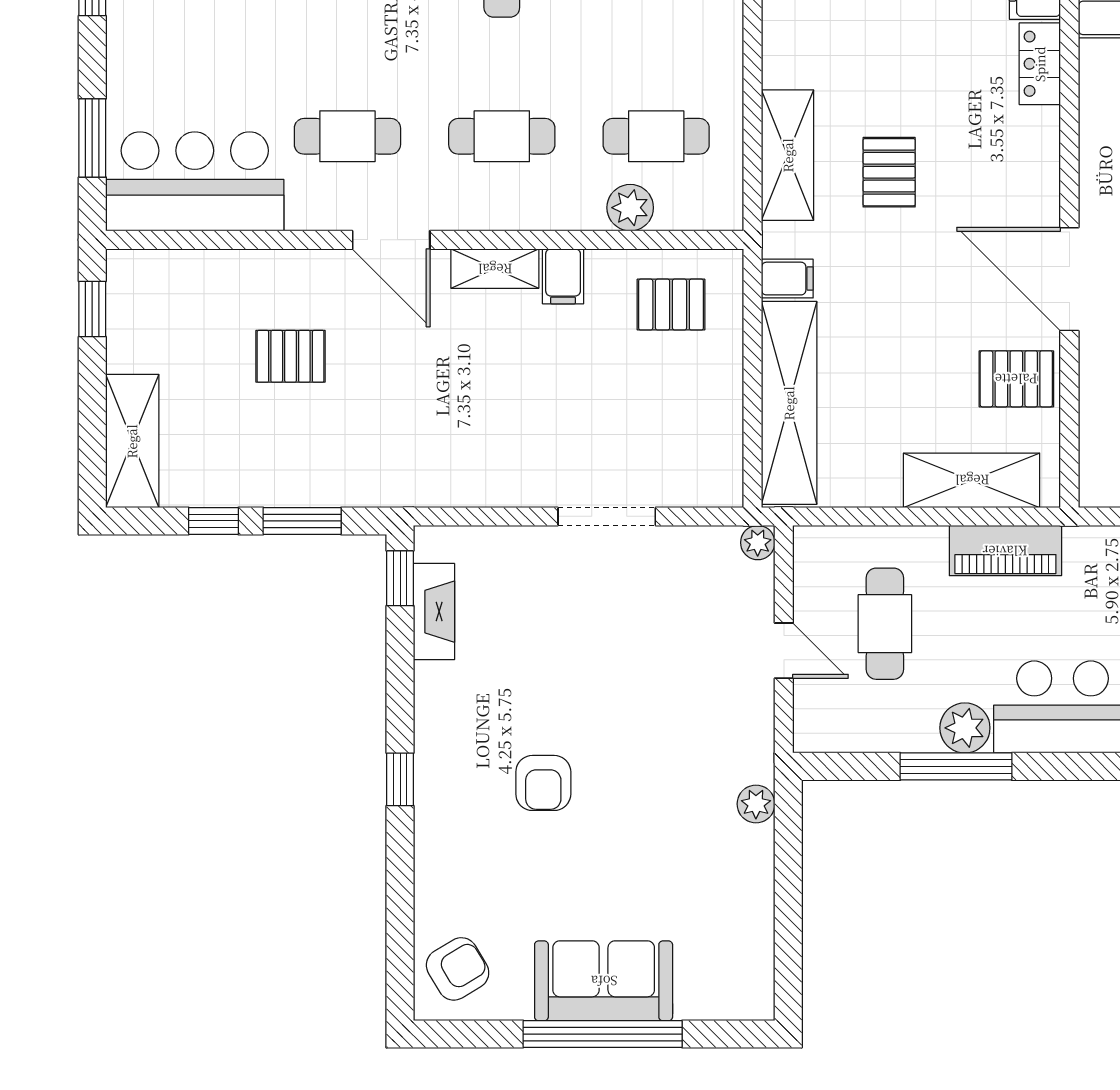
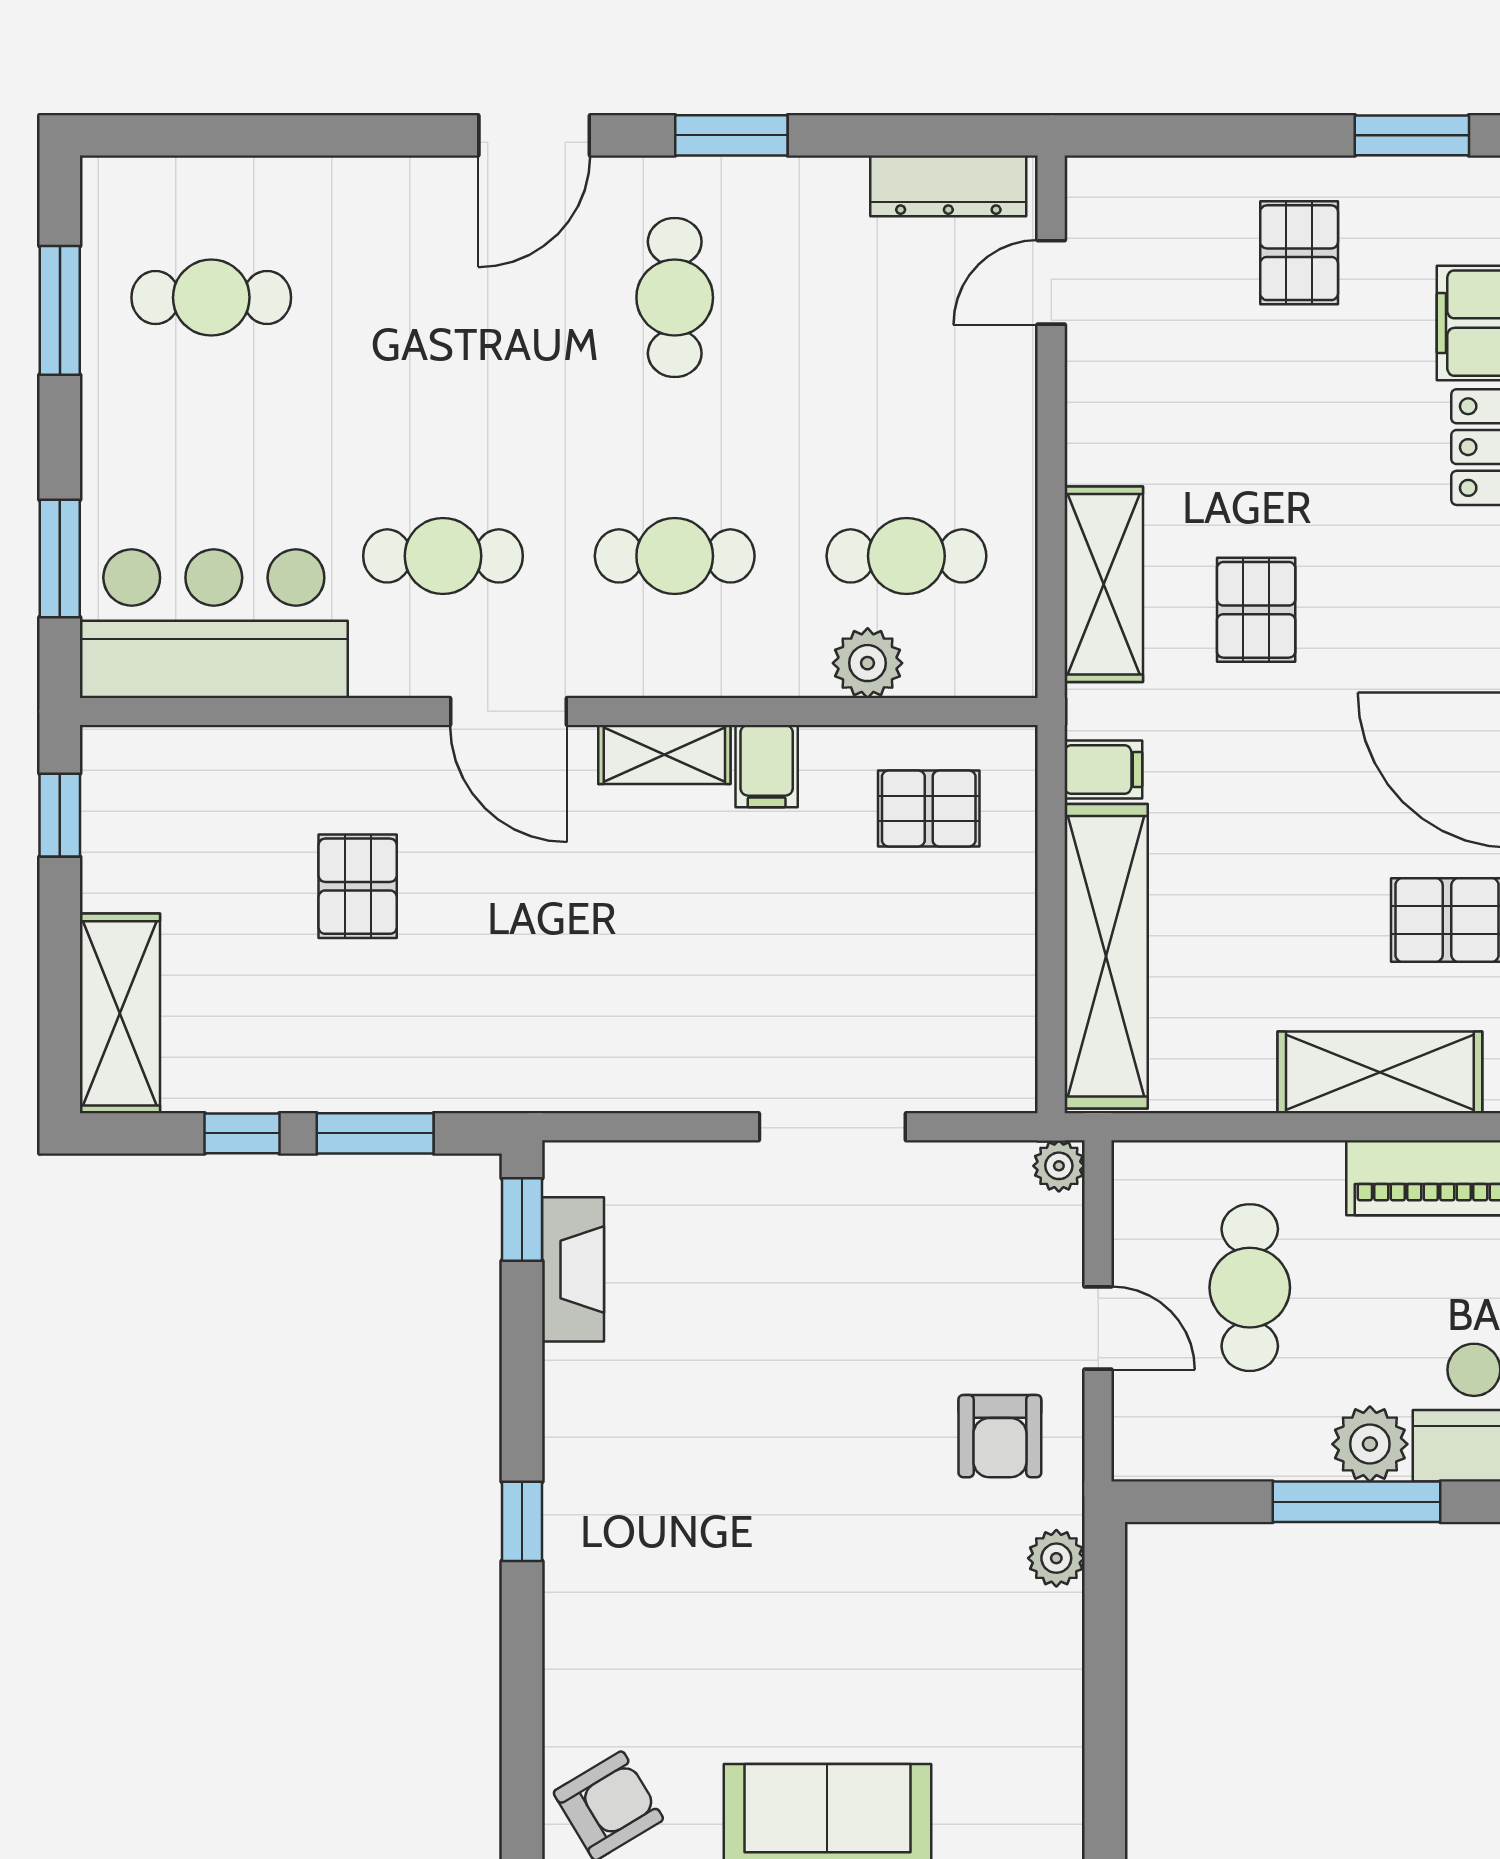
pallet: (291, 356) -> (358, 886), turned 90
armchair: (543, 783) -> (1000, 1436), moved

